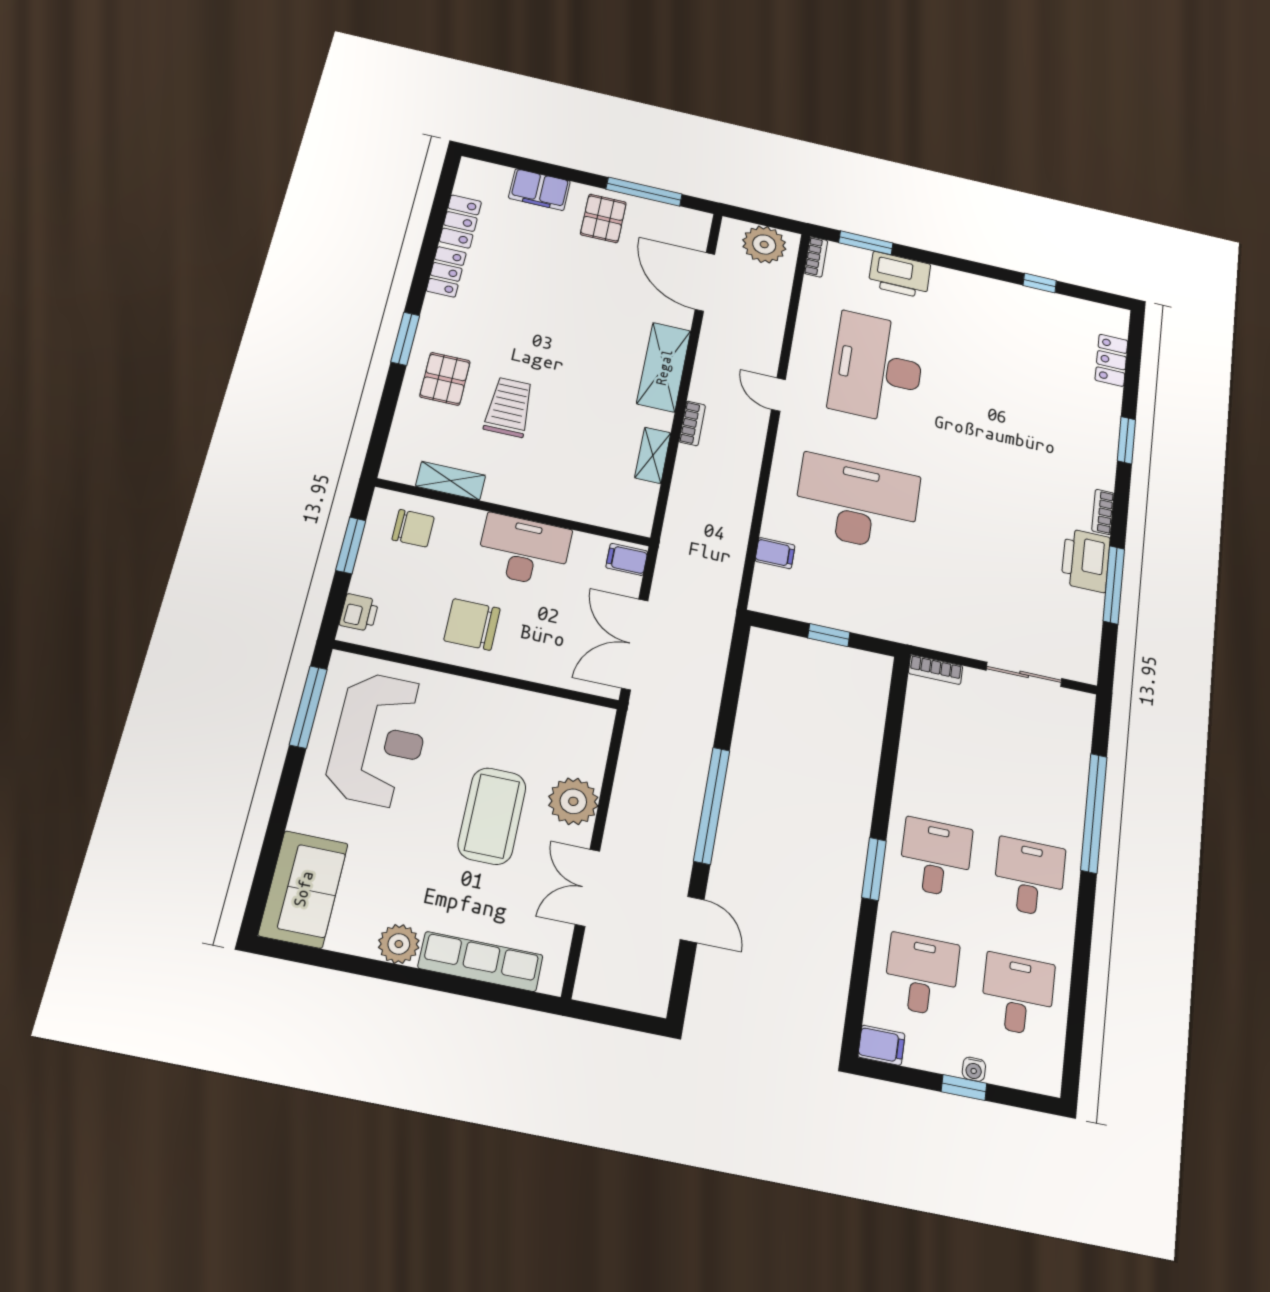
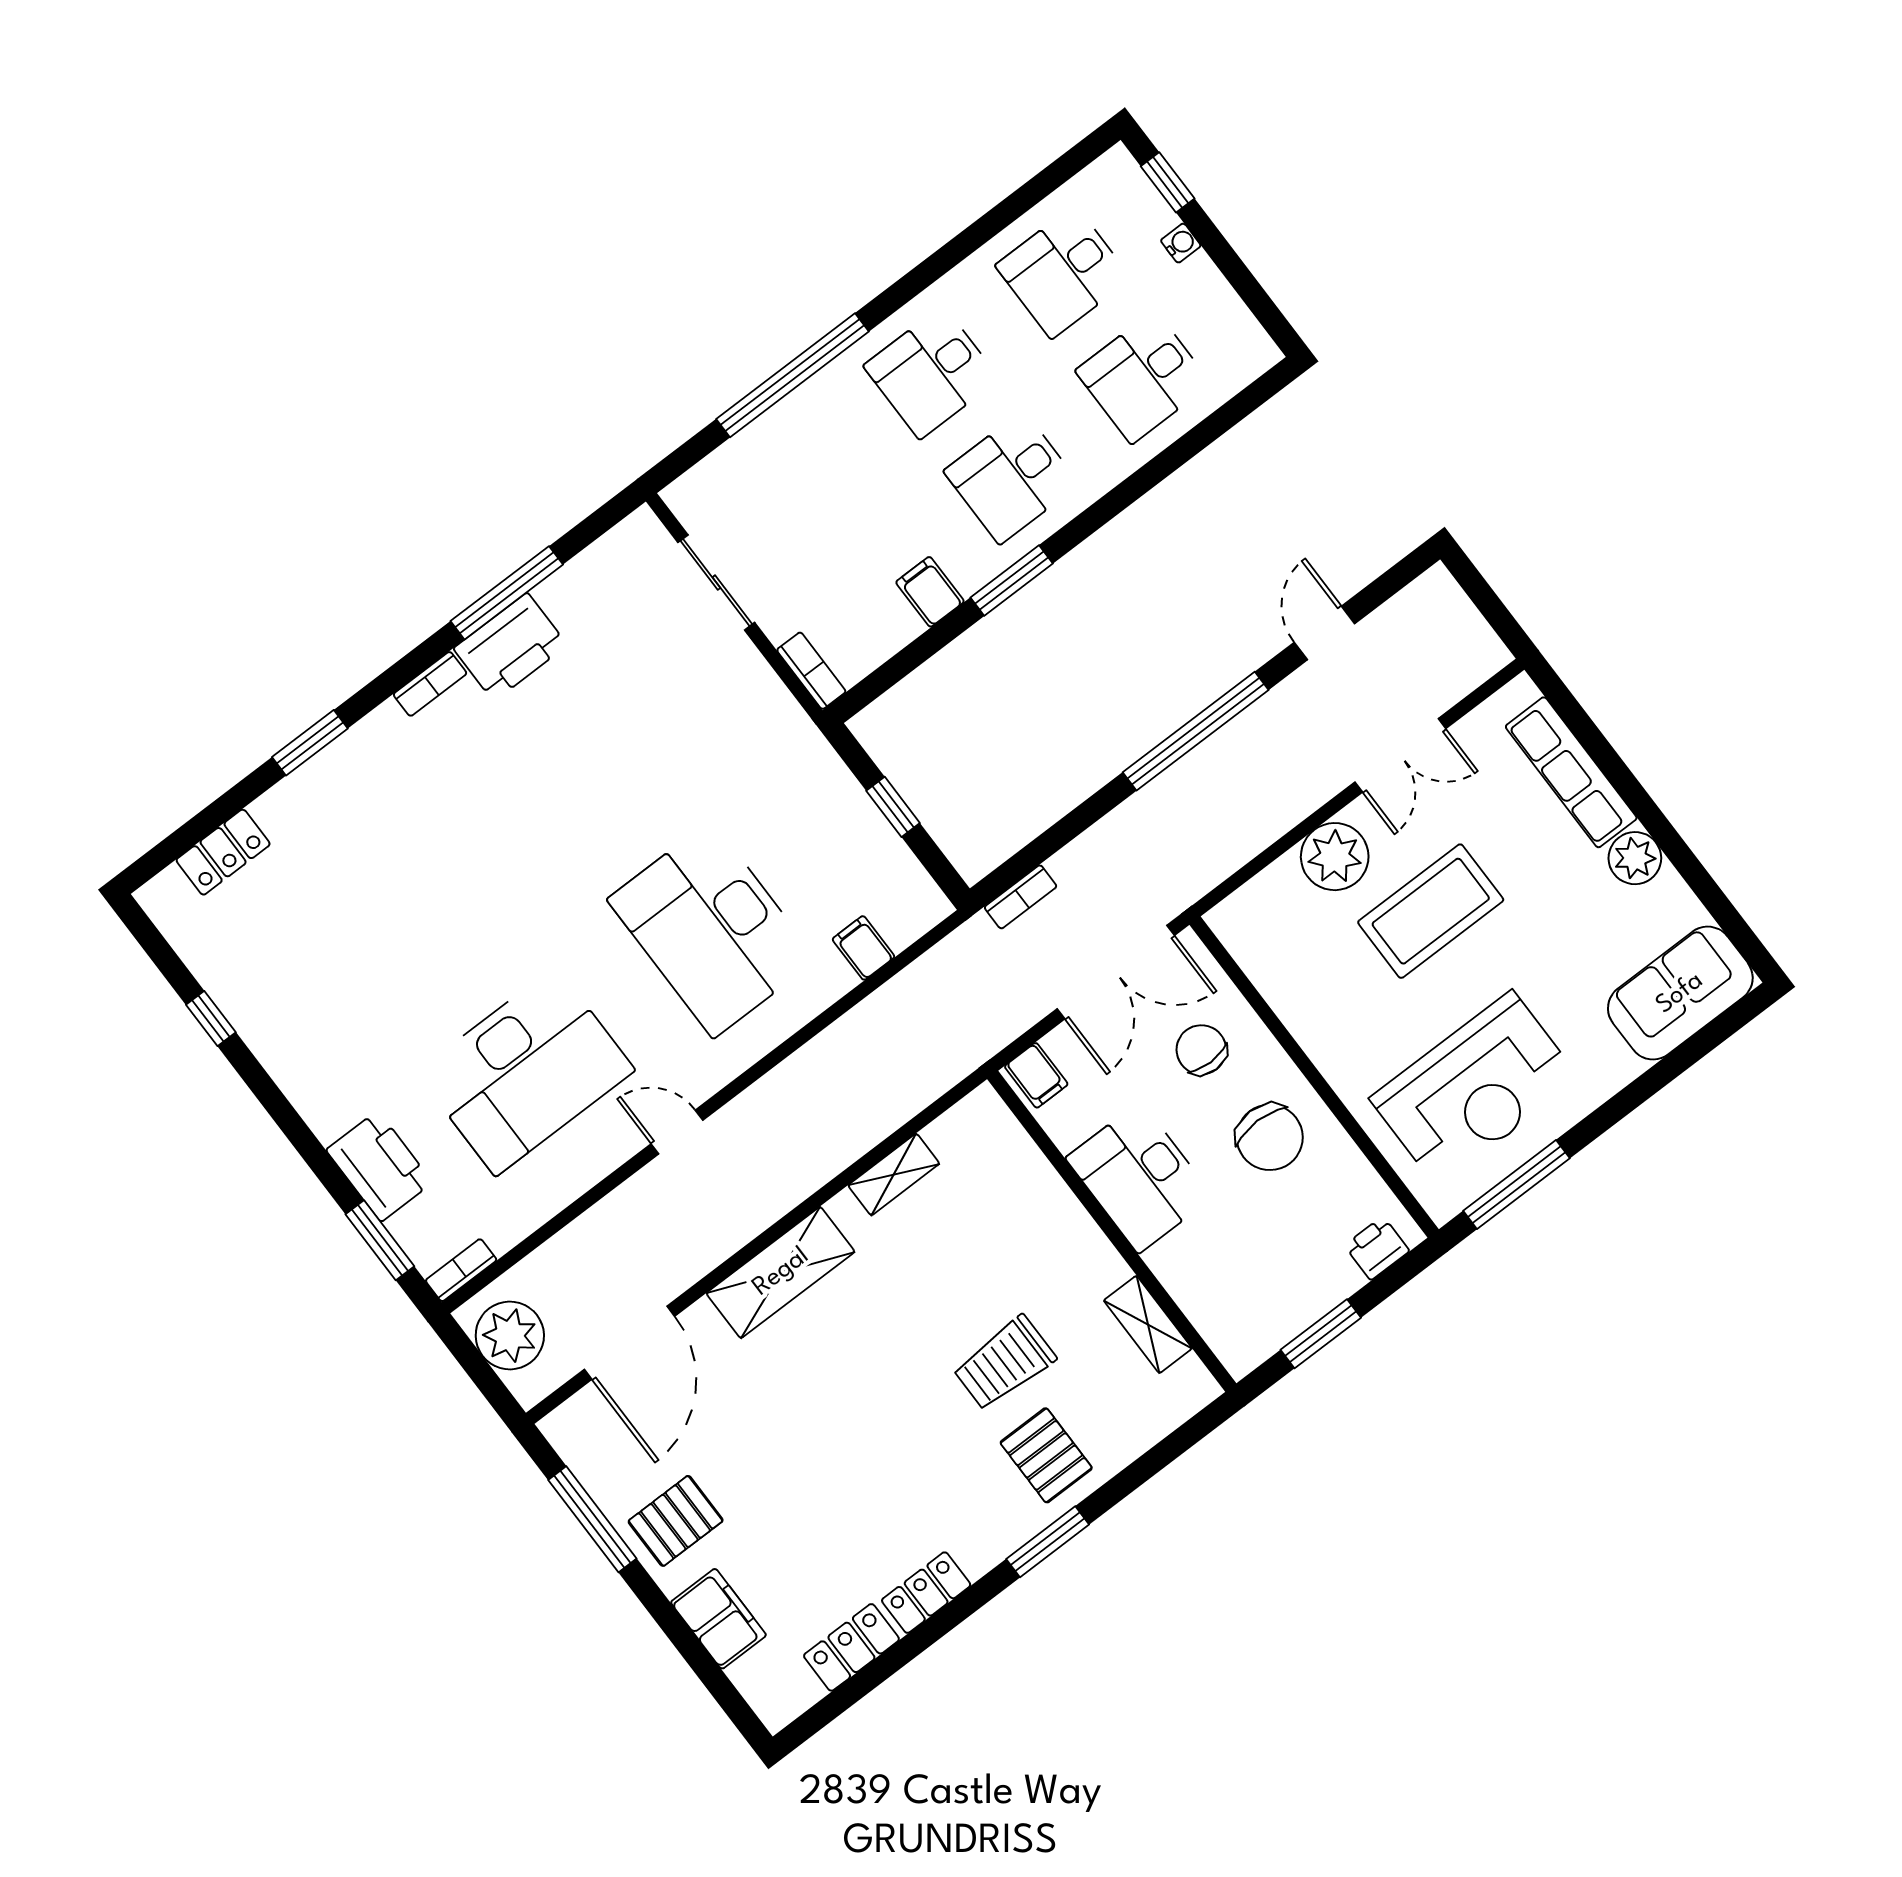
pallet: (445, 379) -> (1046, 1455), turned 90
door: (778, 395) -> (677, 1132), swing flipped
bookcase: (692, 423) -> (1021, 897), moved, turned 180
chair: (413, 528) -> (1201, 1050), moved
reception desk: (379, 740) -> (1475, 1089), turned 180
window: (874, 869) -> (1012, 580), moved
filing cabinet: (881, 1045) -> (930, 592), moved
window: (964, 1087) -> (1168, 182), moved

